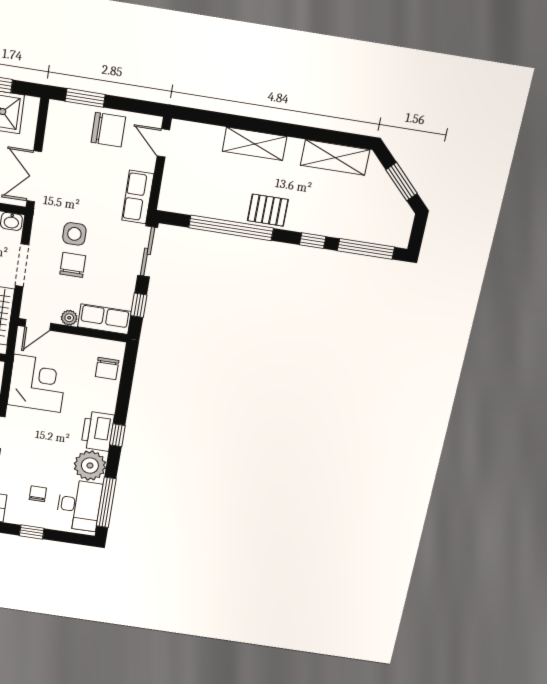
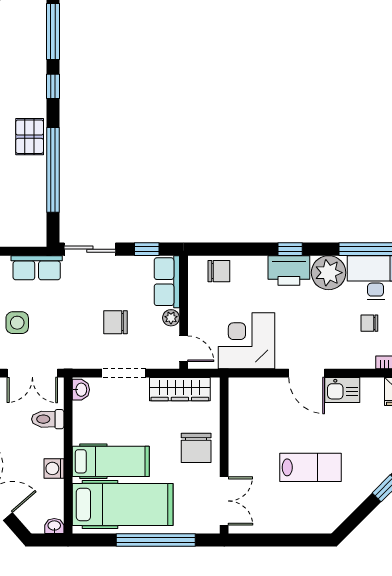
side table: (74, 234) -> (17, 323), moved

